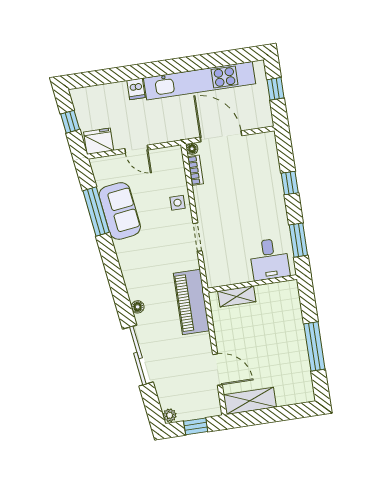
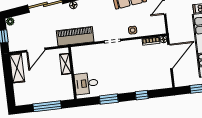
desk: (269, 259) -> (86, 83), moved
wall: (252, 284) -> (72, 73), moved
shelving: (237, 296) -> (65, 64), moved

